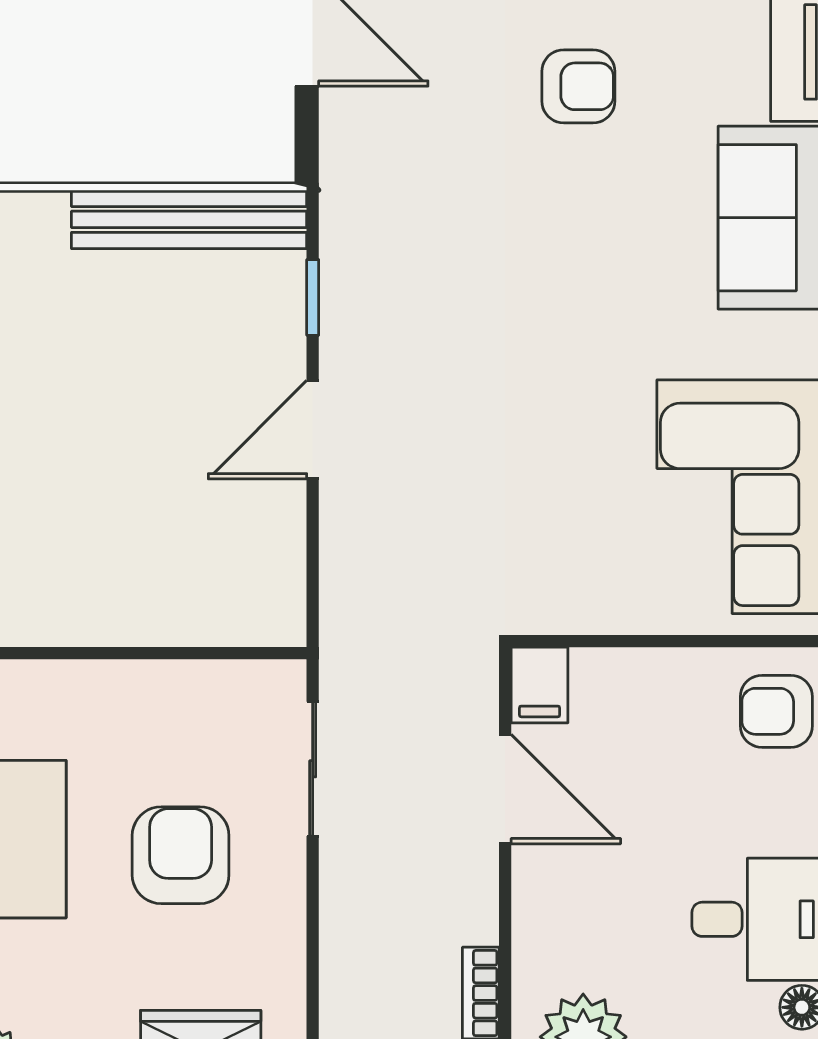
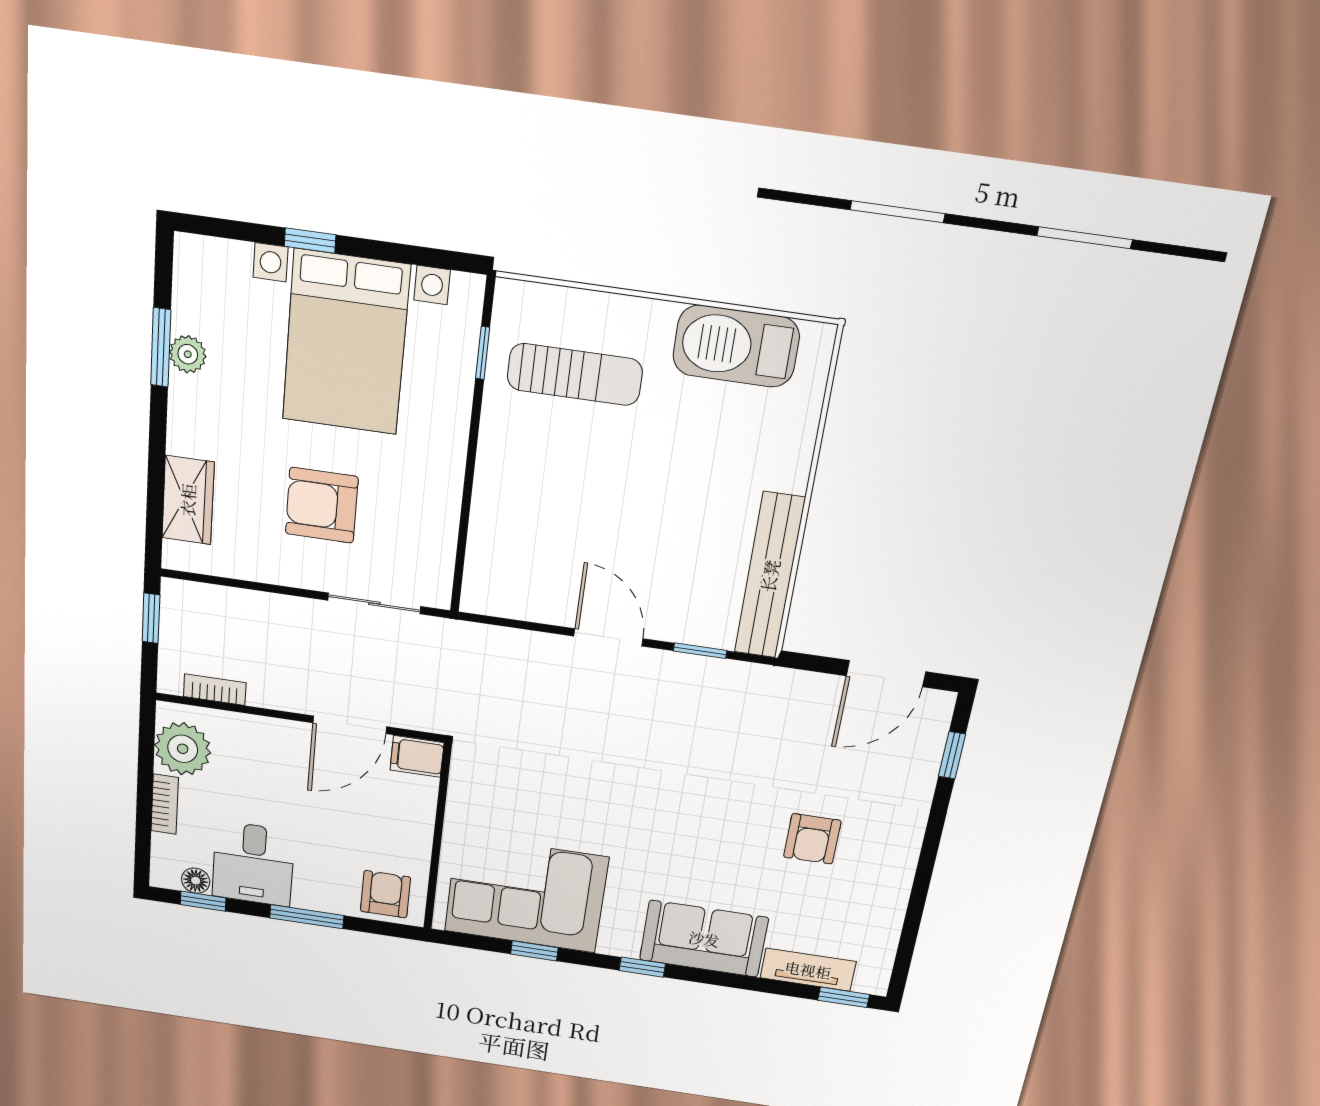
armchair: (181, 855) -> (322, 505), turned 180

